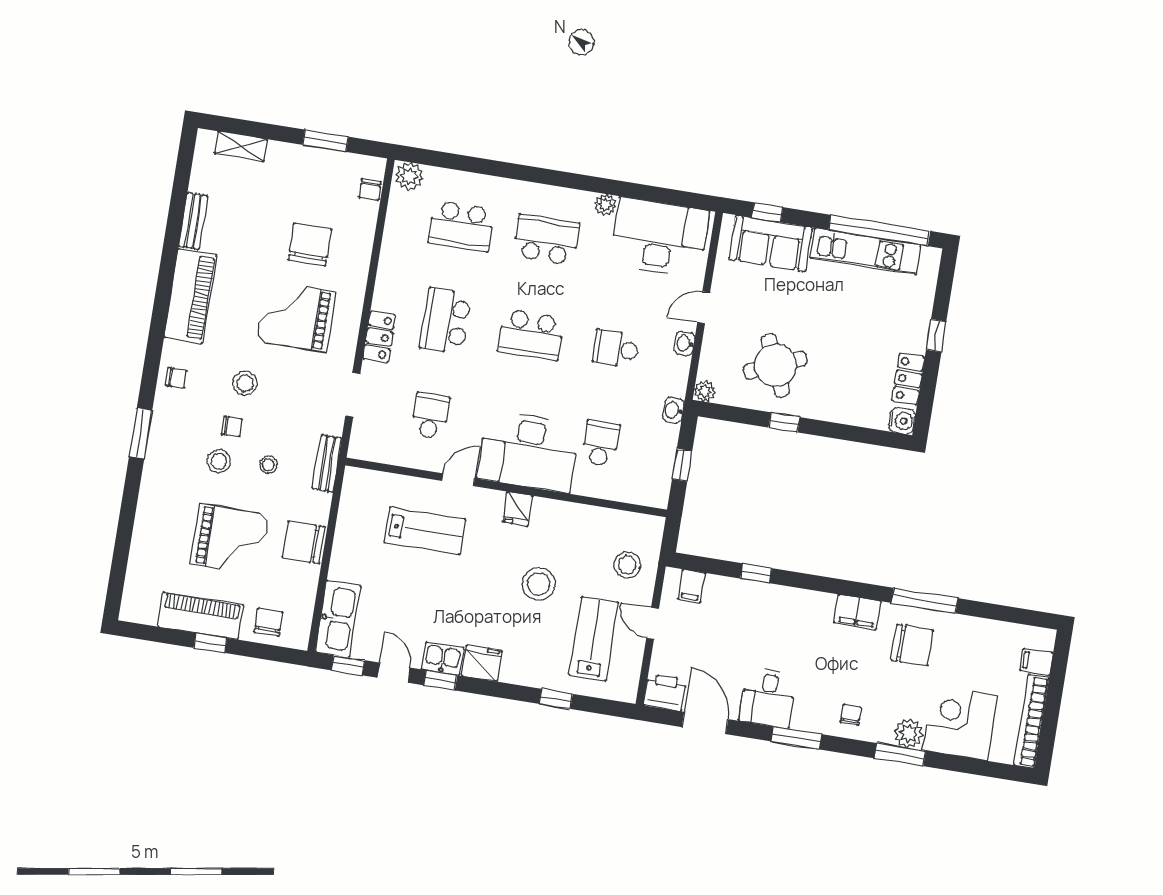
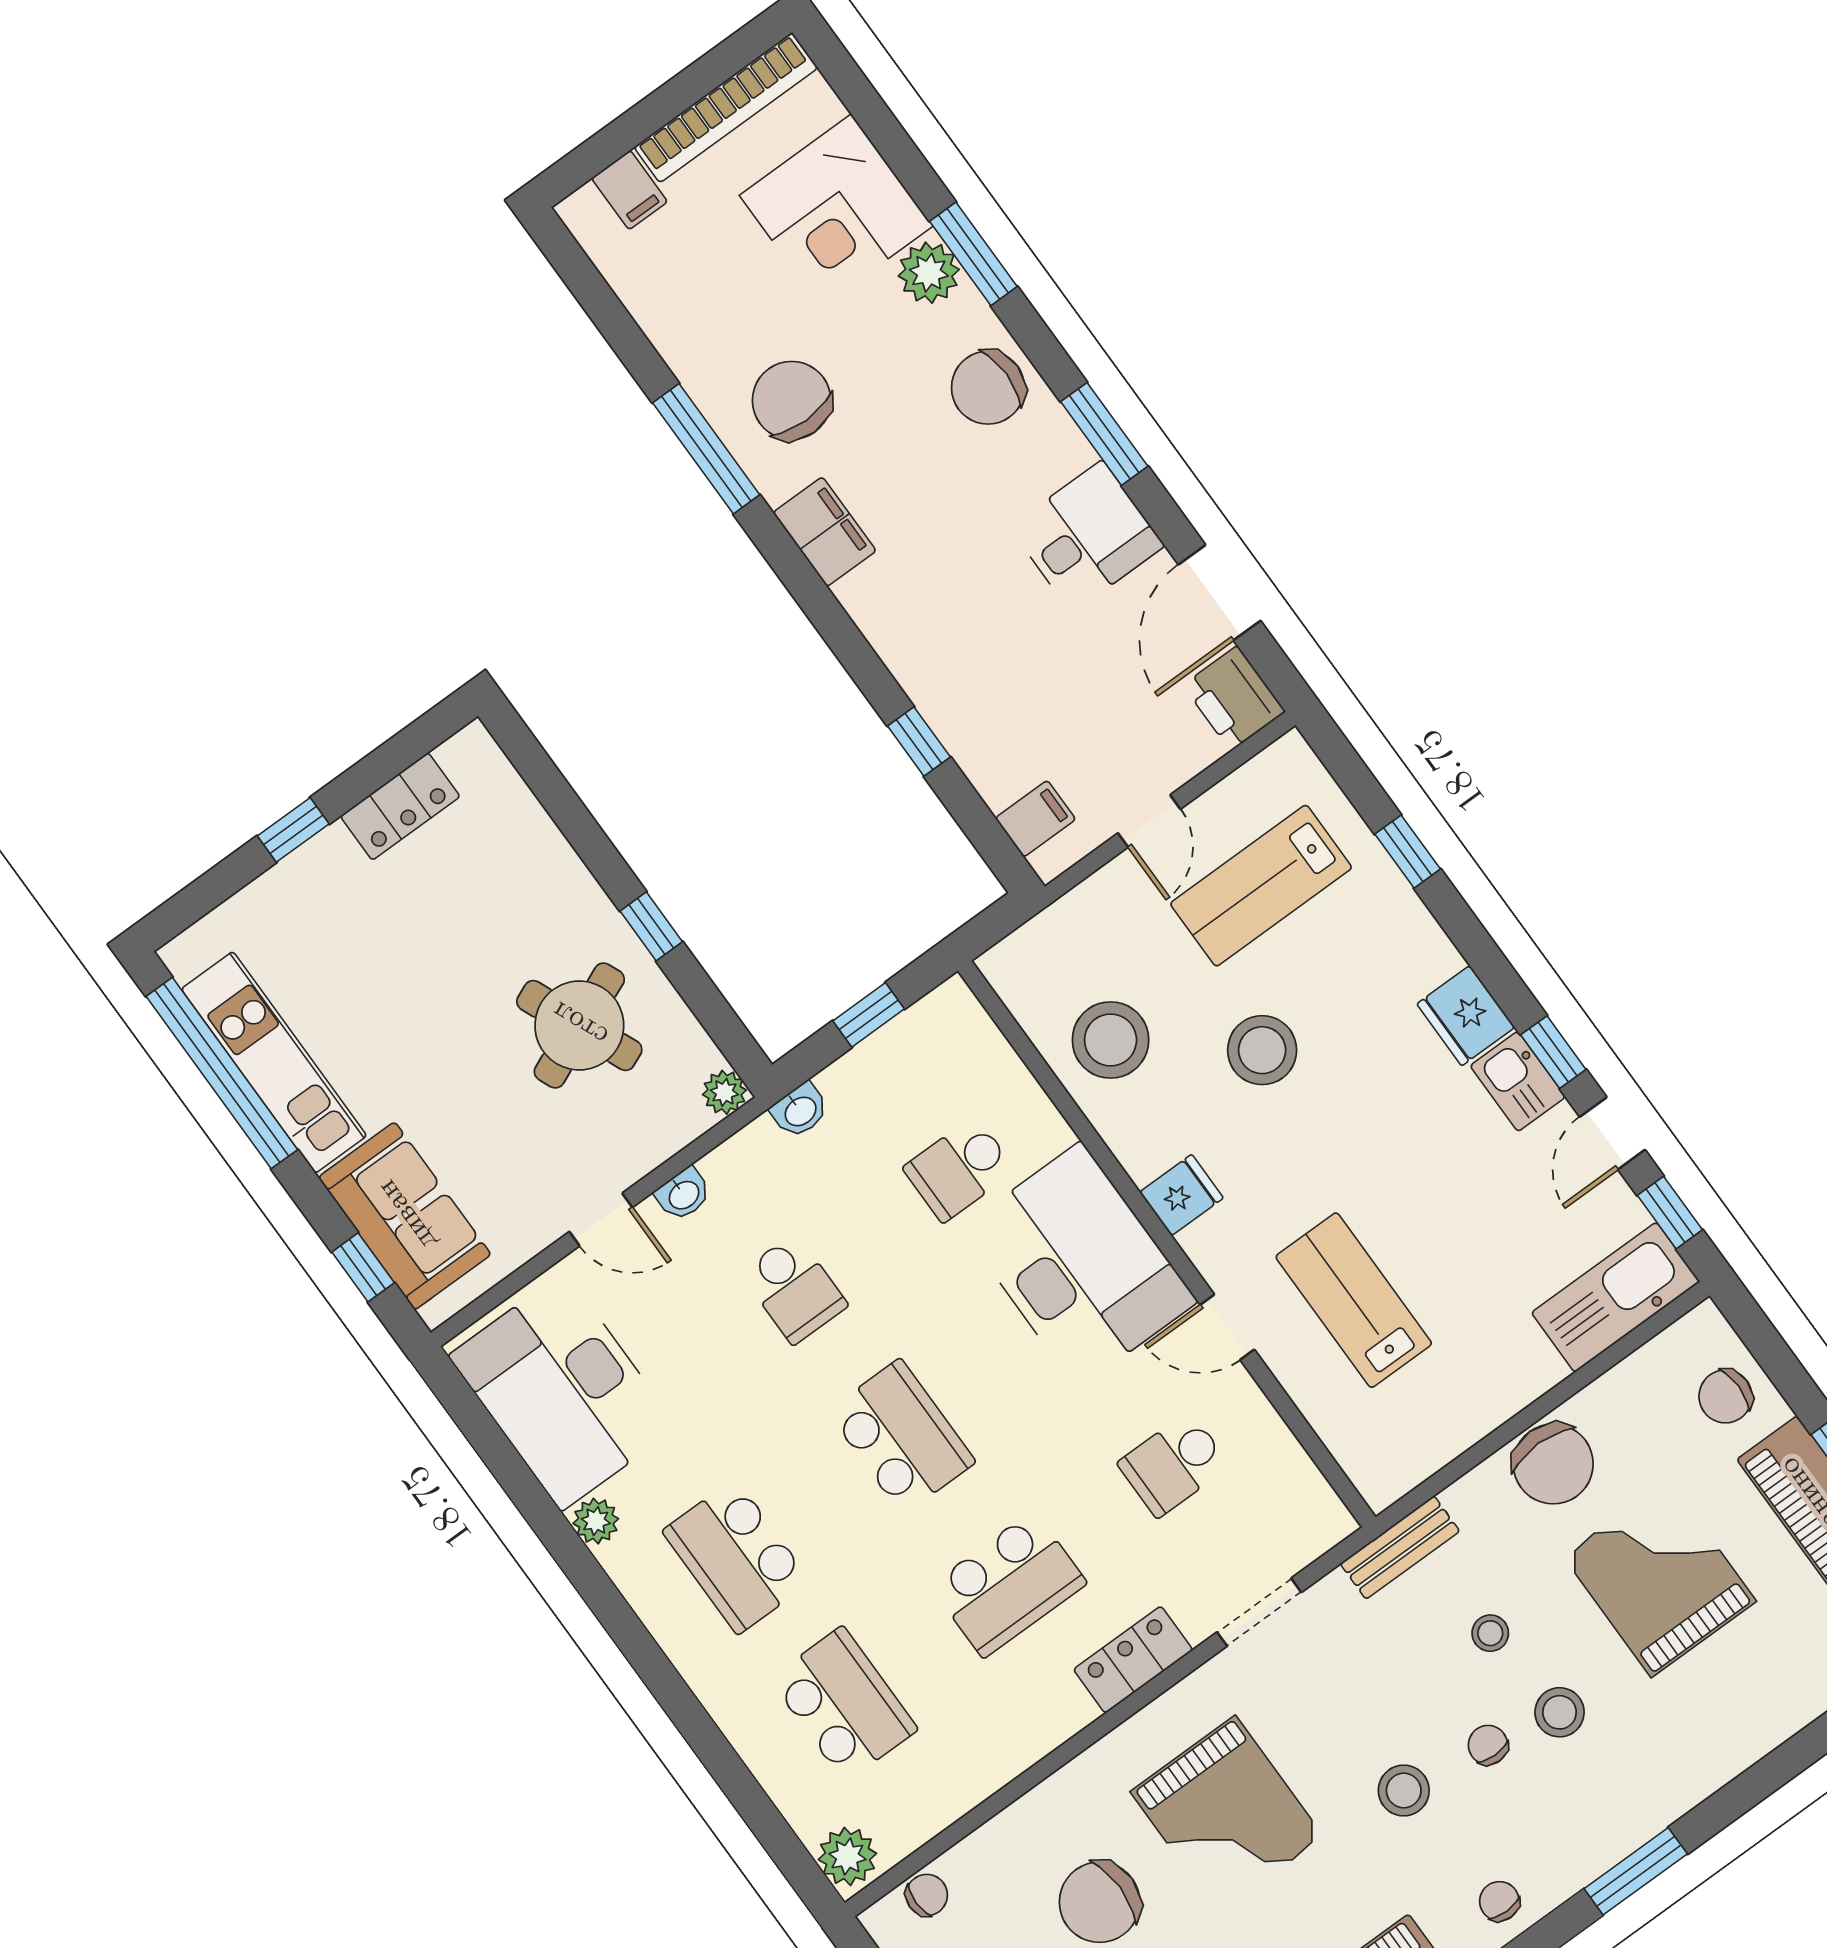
water cooler: (902, 421) -> (472, 753), removed
stool: (627, 565) -> (1111, 1040), moved, width x1.38, depth x1.38
chair: (851, 715) -> (988, 388), width x1.87, depth x1.87

